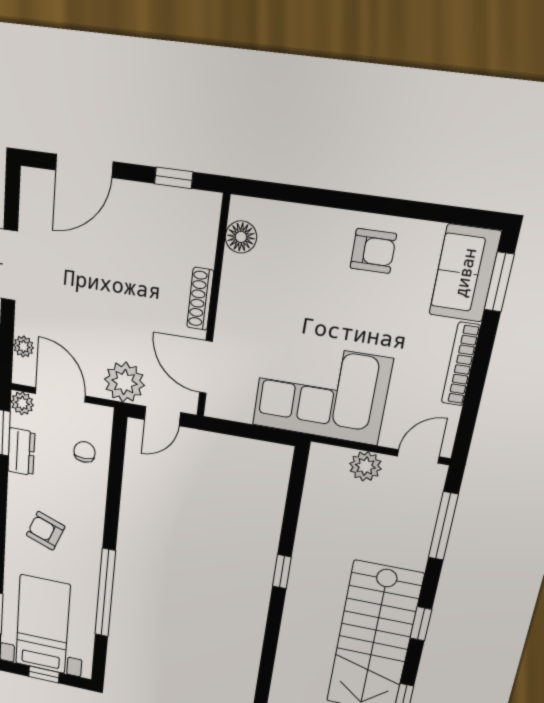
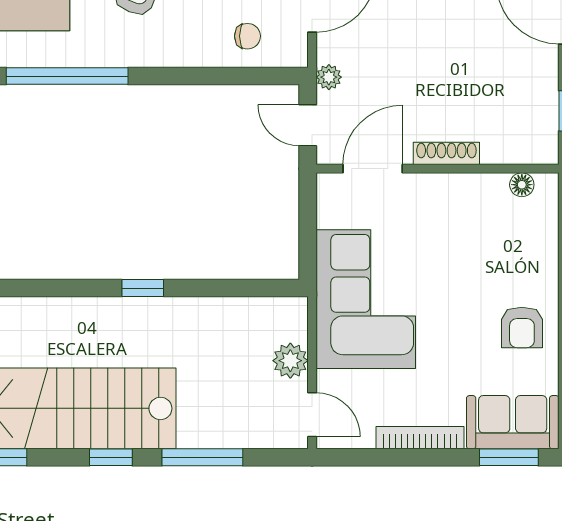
floor lamp: (241, 237) -> (522, 185), width x0.73, depth x0.73
plant: (124, 382) -> (329, 77), width x0.53, depth x0.53
window: (443, 526) -> (202, 457), moved

